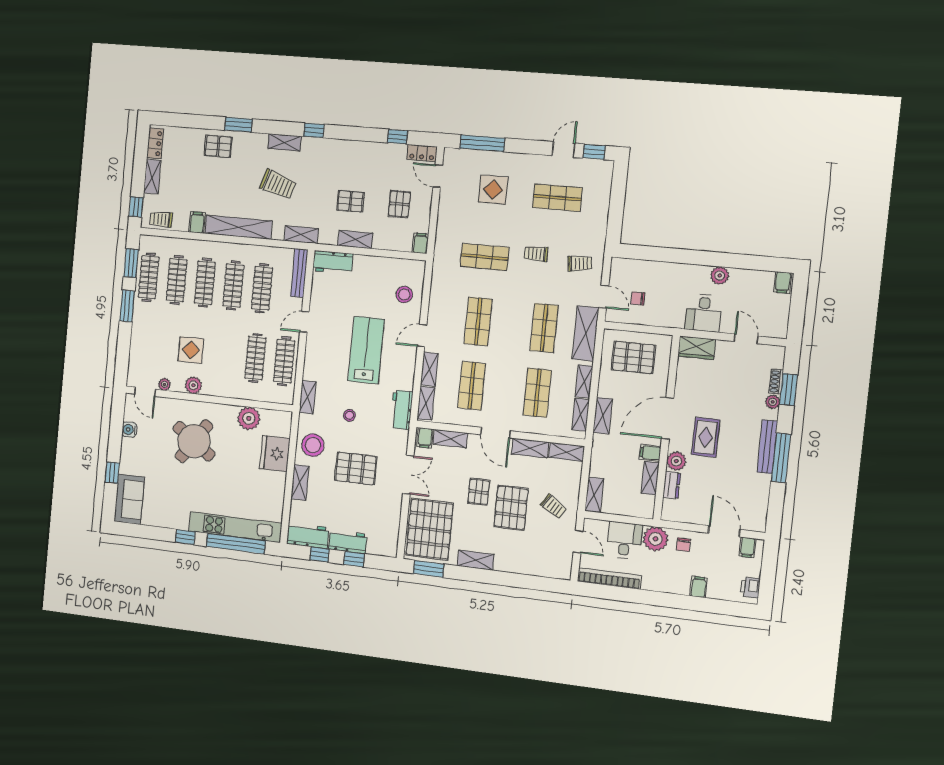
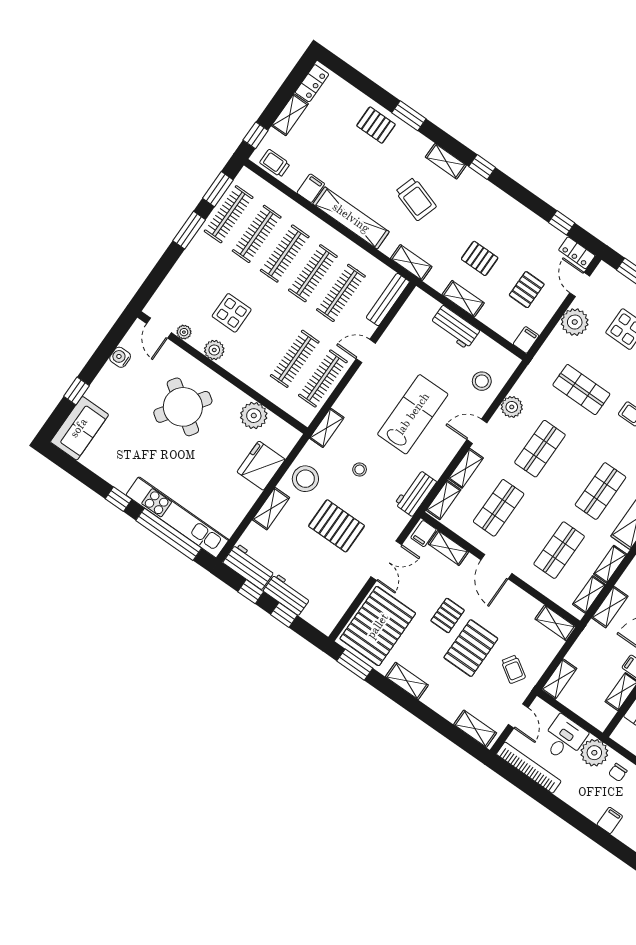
plant: (450, 207) -> (575, 322), added
workbench: (333, 262) -> (455, 327), moved
plant: (438, 301) -> (512, 407), added
shelving: (530, 448) -> (475, 729), moved

